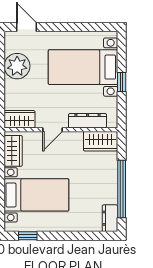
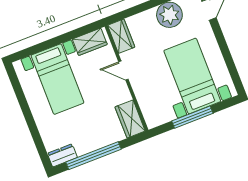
window: (122, 82) -> (192, 117), width x2.17
dresser: (88, 121) -> (144, 100), removed
window: (28, 236) -> (17, 86), removed

